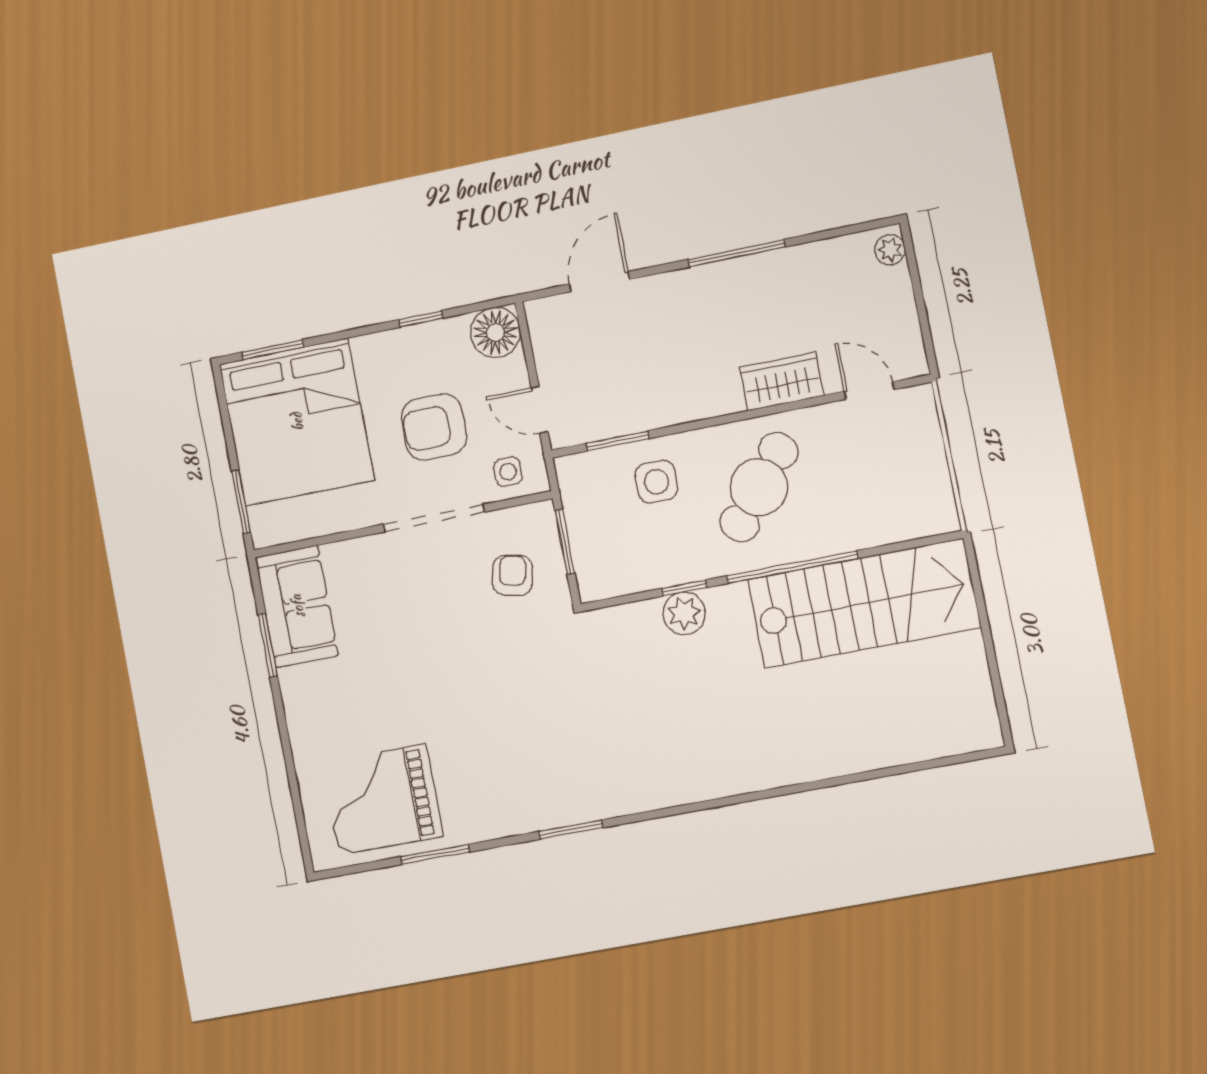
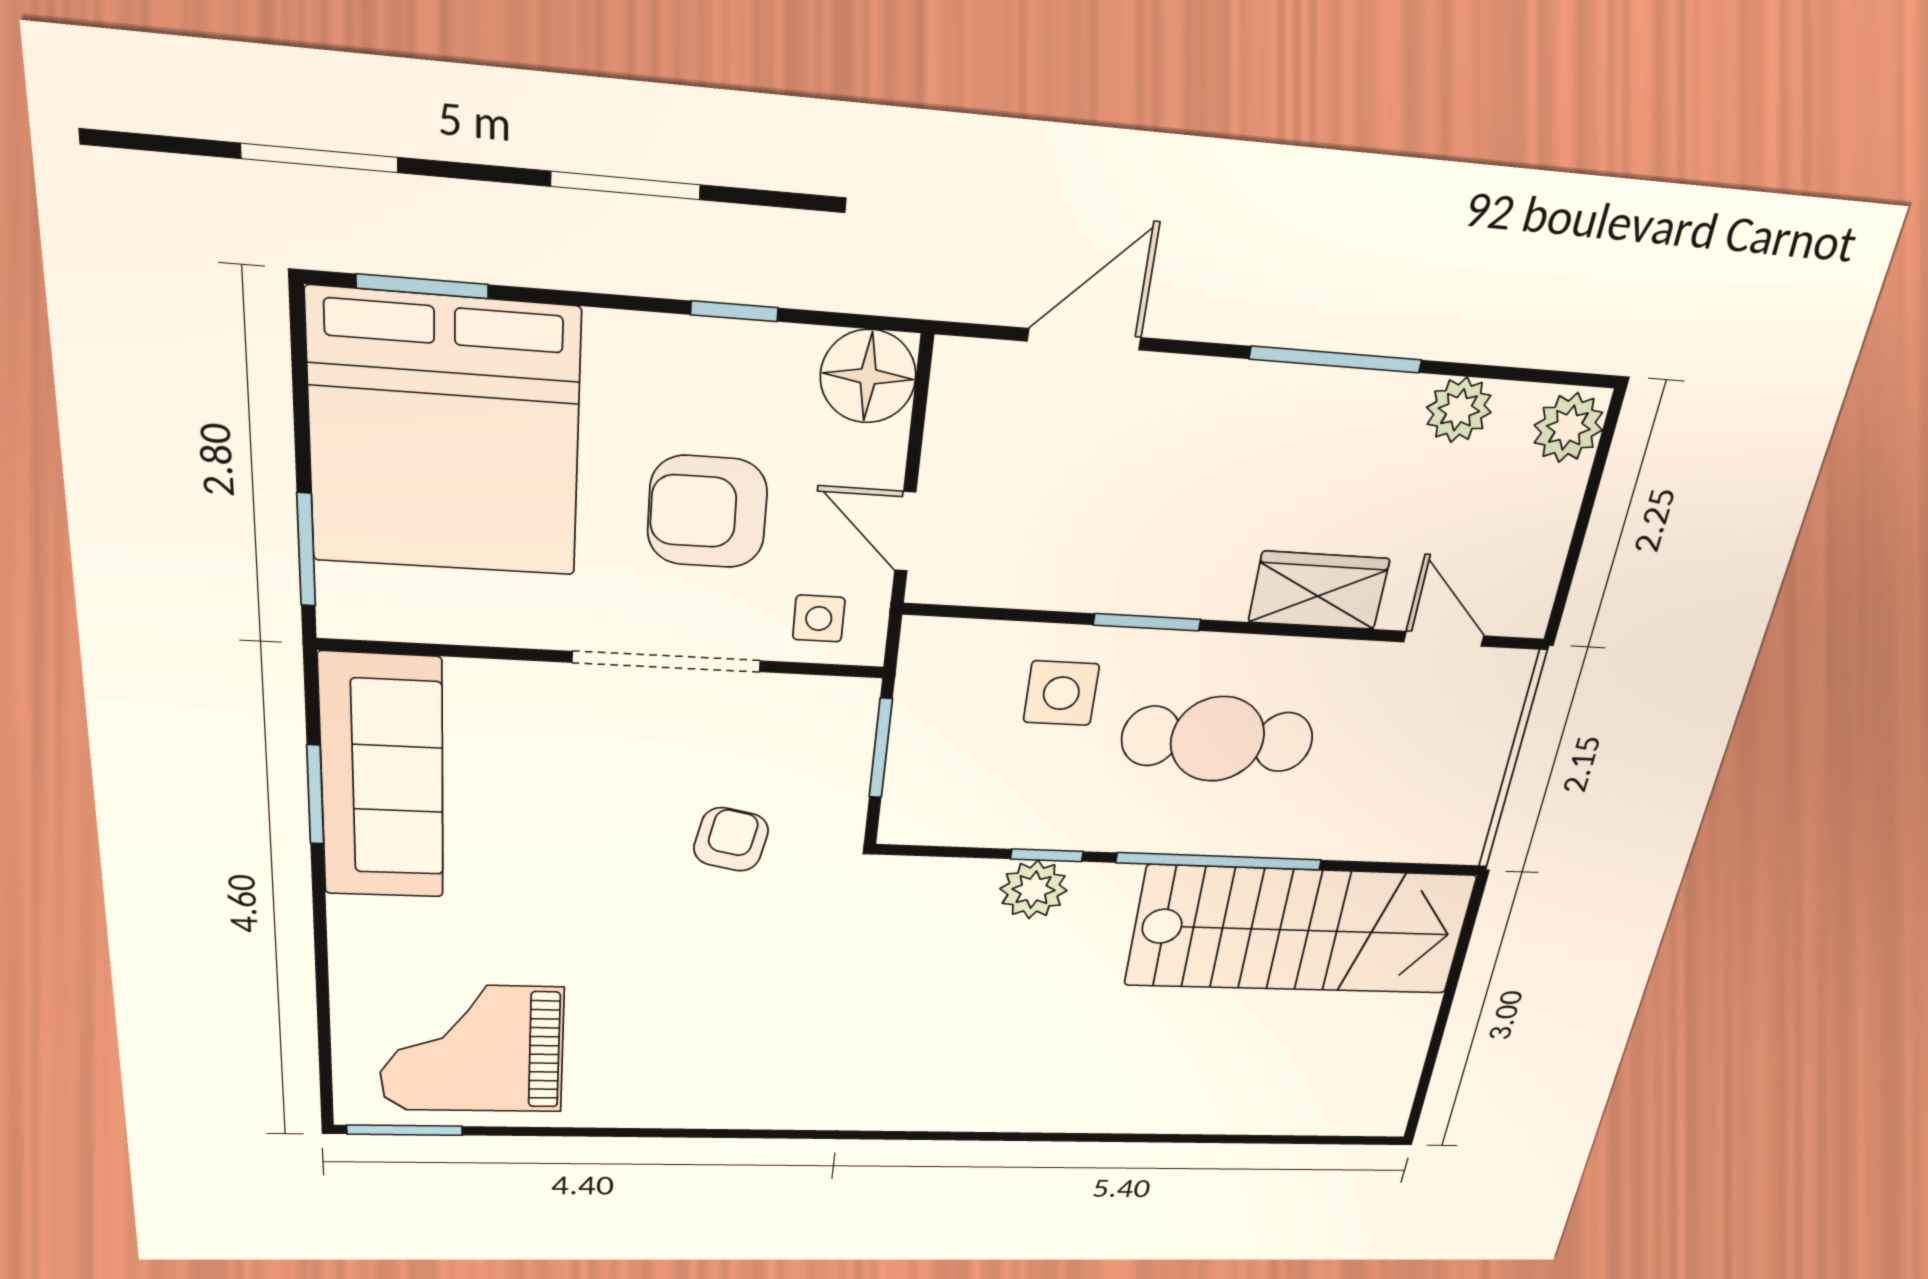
plant: (890, 250) -> (1568, 428), width x1.38, depth x1.38
plant: (817, 260) -> (1459, 410), added
window: (617, 441) -> (1147, 622), moved
cafe table: (759, 487) -> (1217, 739), turned 51
armchair: (512, 575) -> (731, 839), moved
sofa: (297, 606) -> (382, 778), width x1.36
window: (571, 830) -> (762, 1134), removed
window: (435, 854) -> (405, 1130), moved

